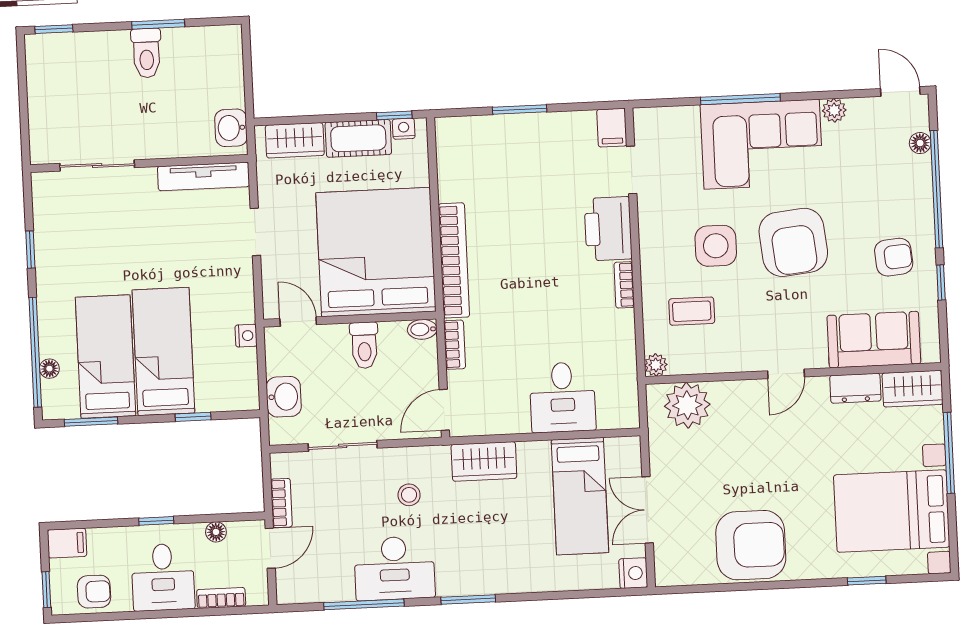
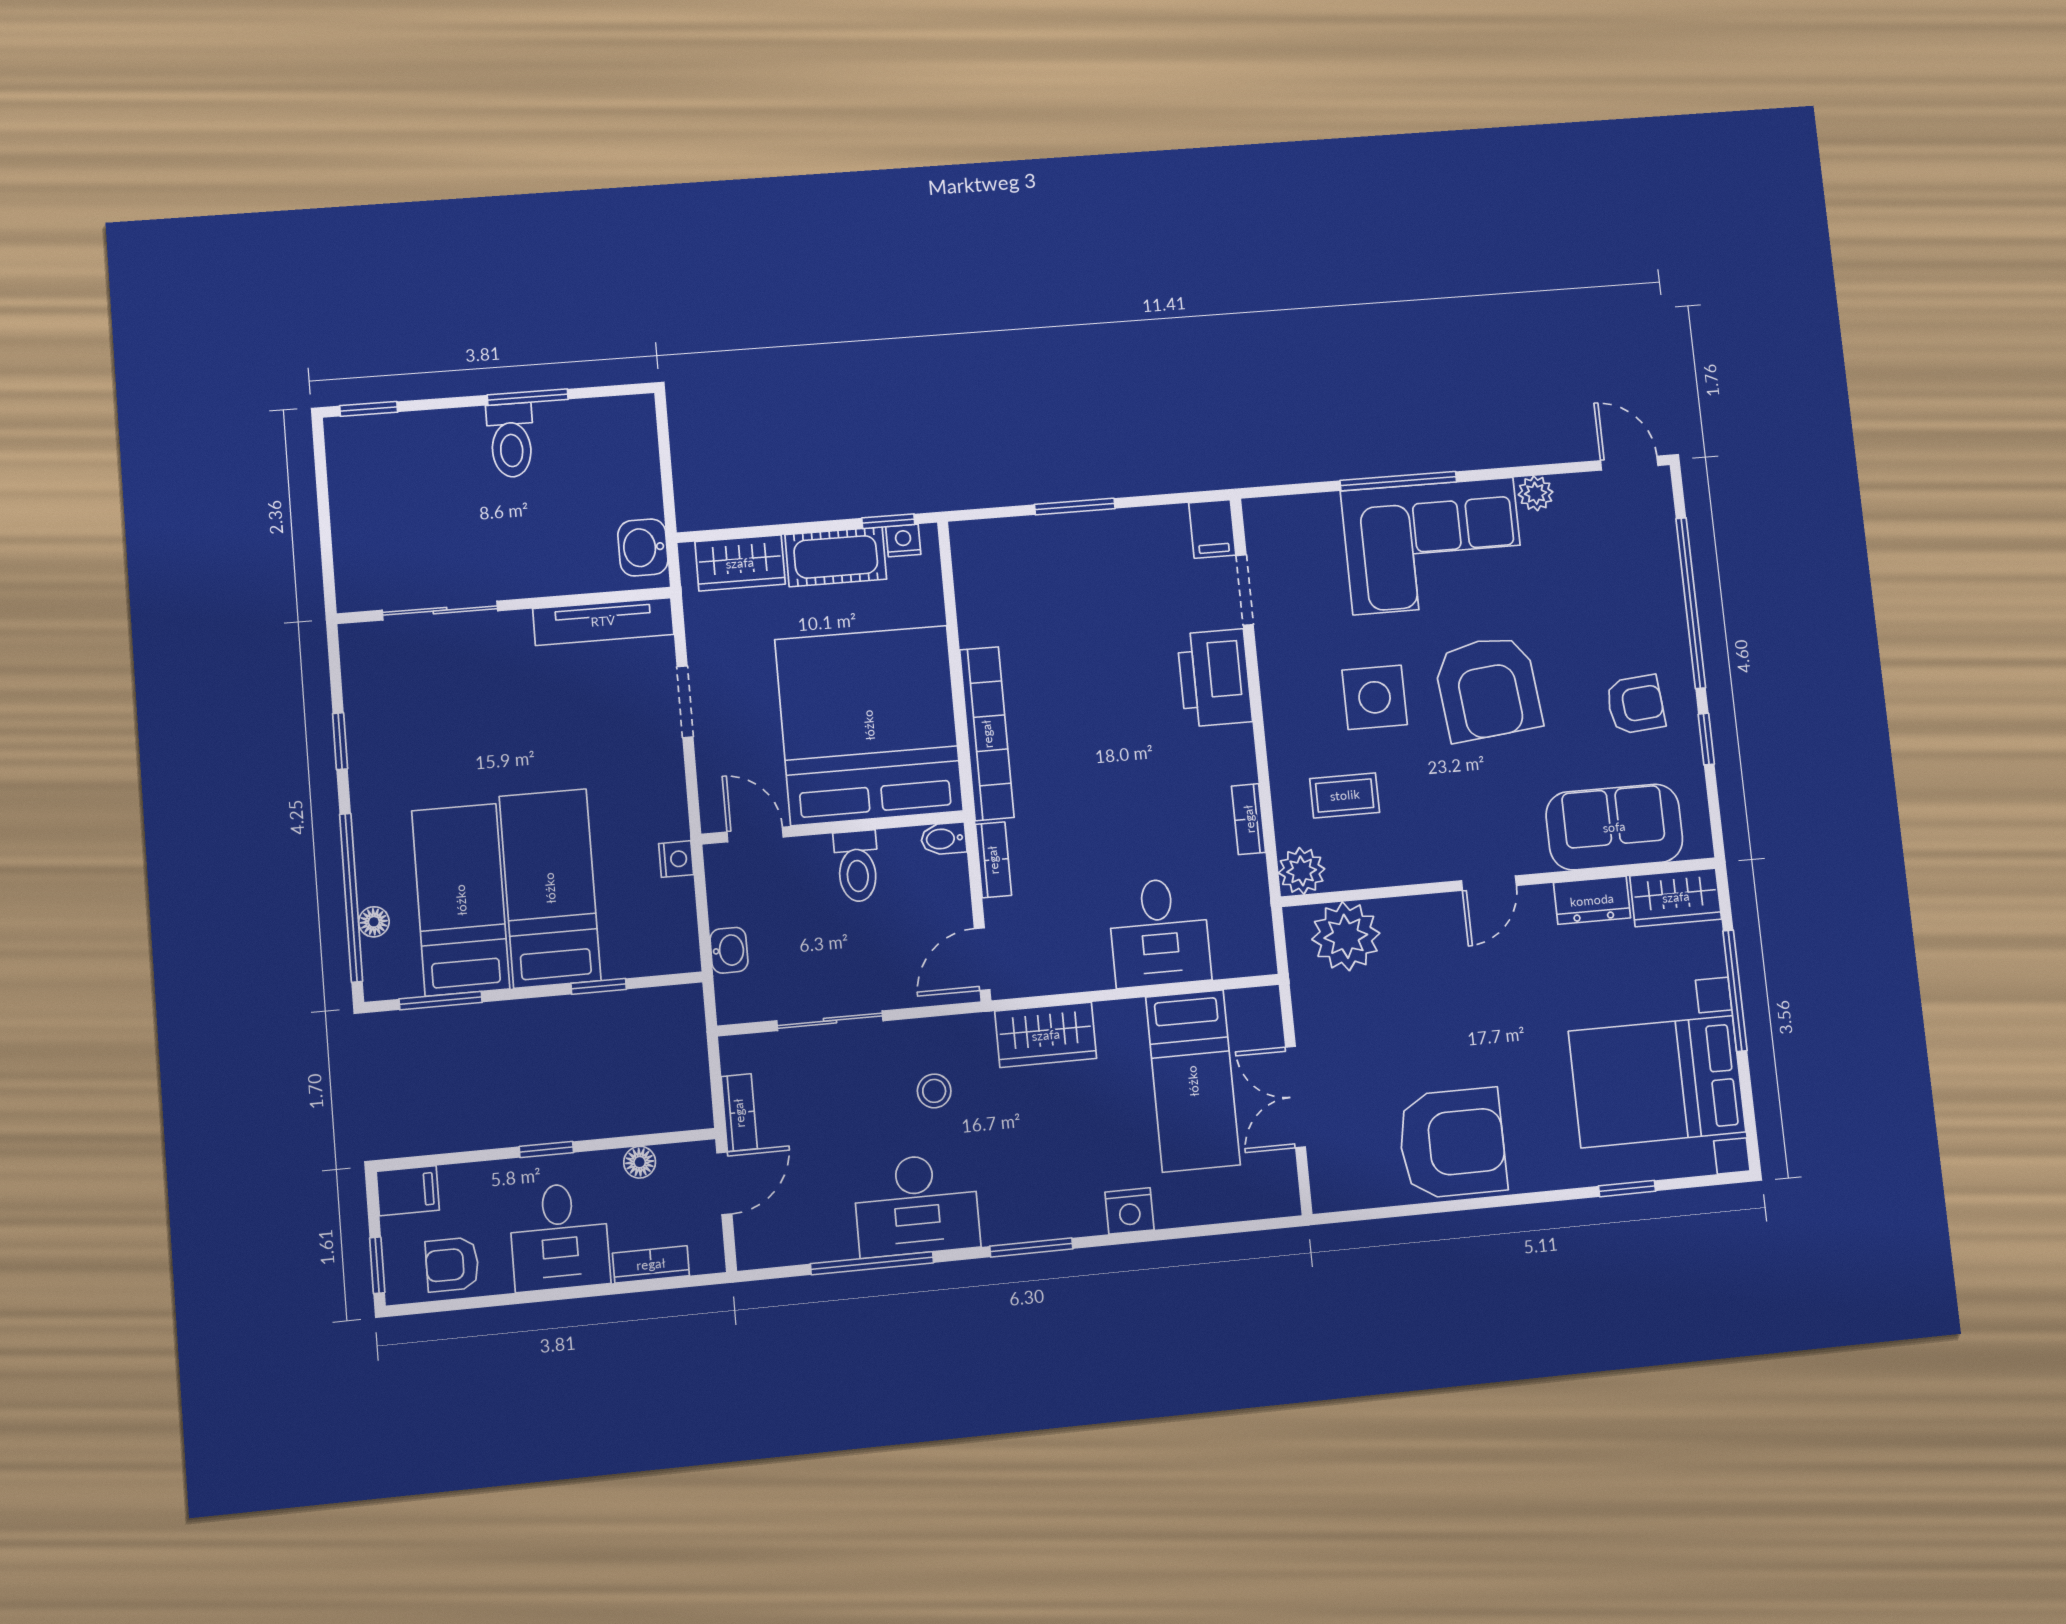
floor lamp: (920, 143) -> (1663, 537), removed
bookcase: (624, 285) -> (1249, 819), moved
plant: (656, 365) -> (1302, 871), width x1.38, depth x1.38
washbasin: (284, 397) -> (729, 950), width x0.72, depth x0.69
nightstand: (633, 573) -> (1129, 1211), moved, turned 90
armchair: (94, 592) -> (452, 1265), turned 180

